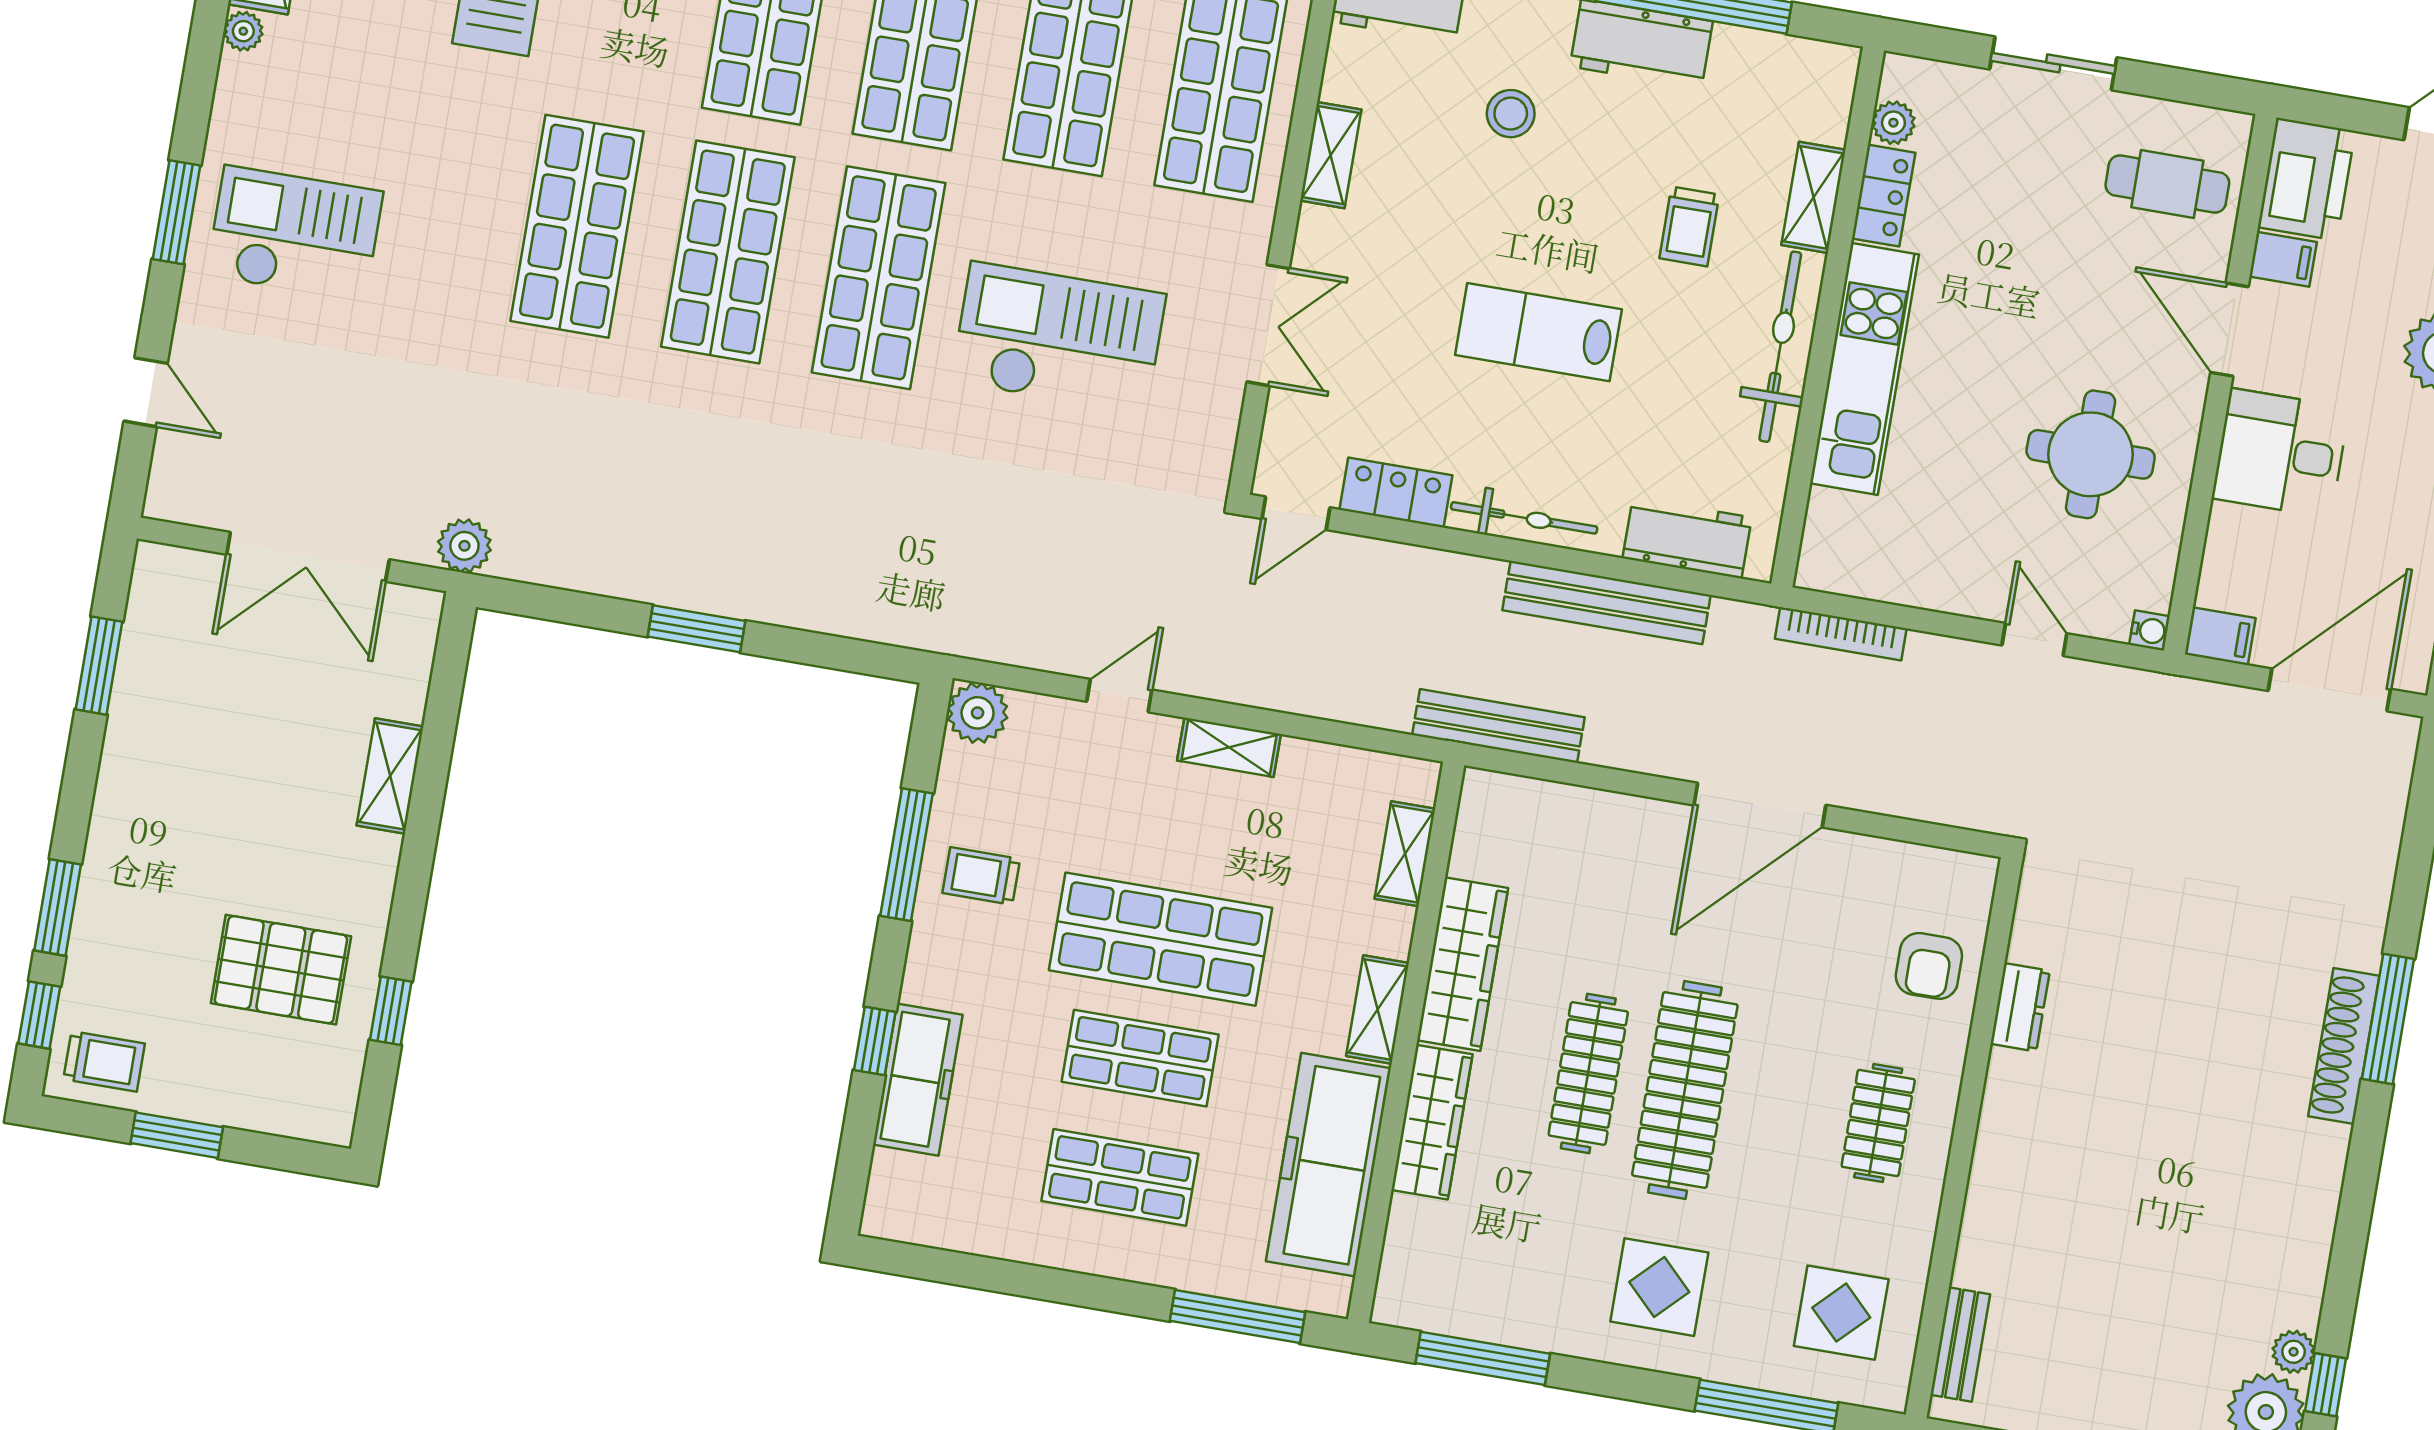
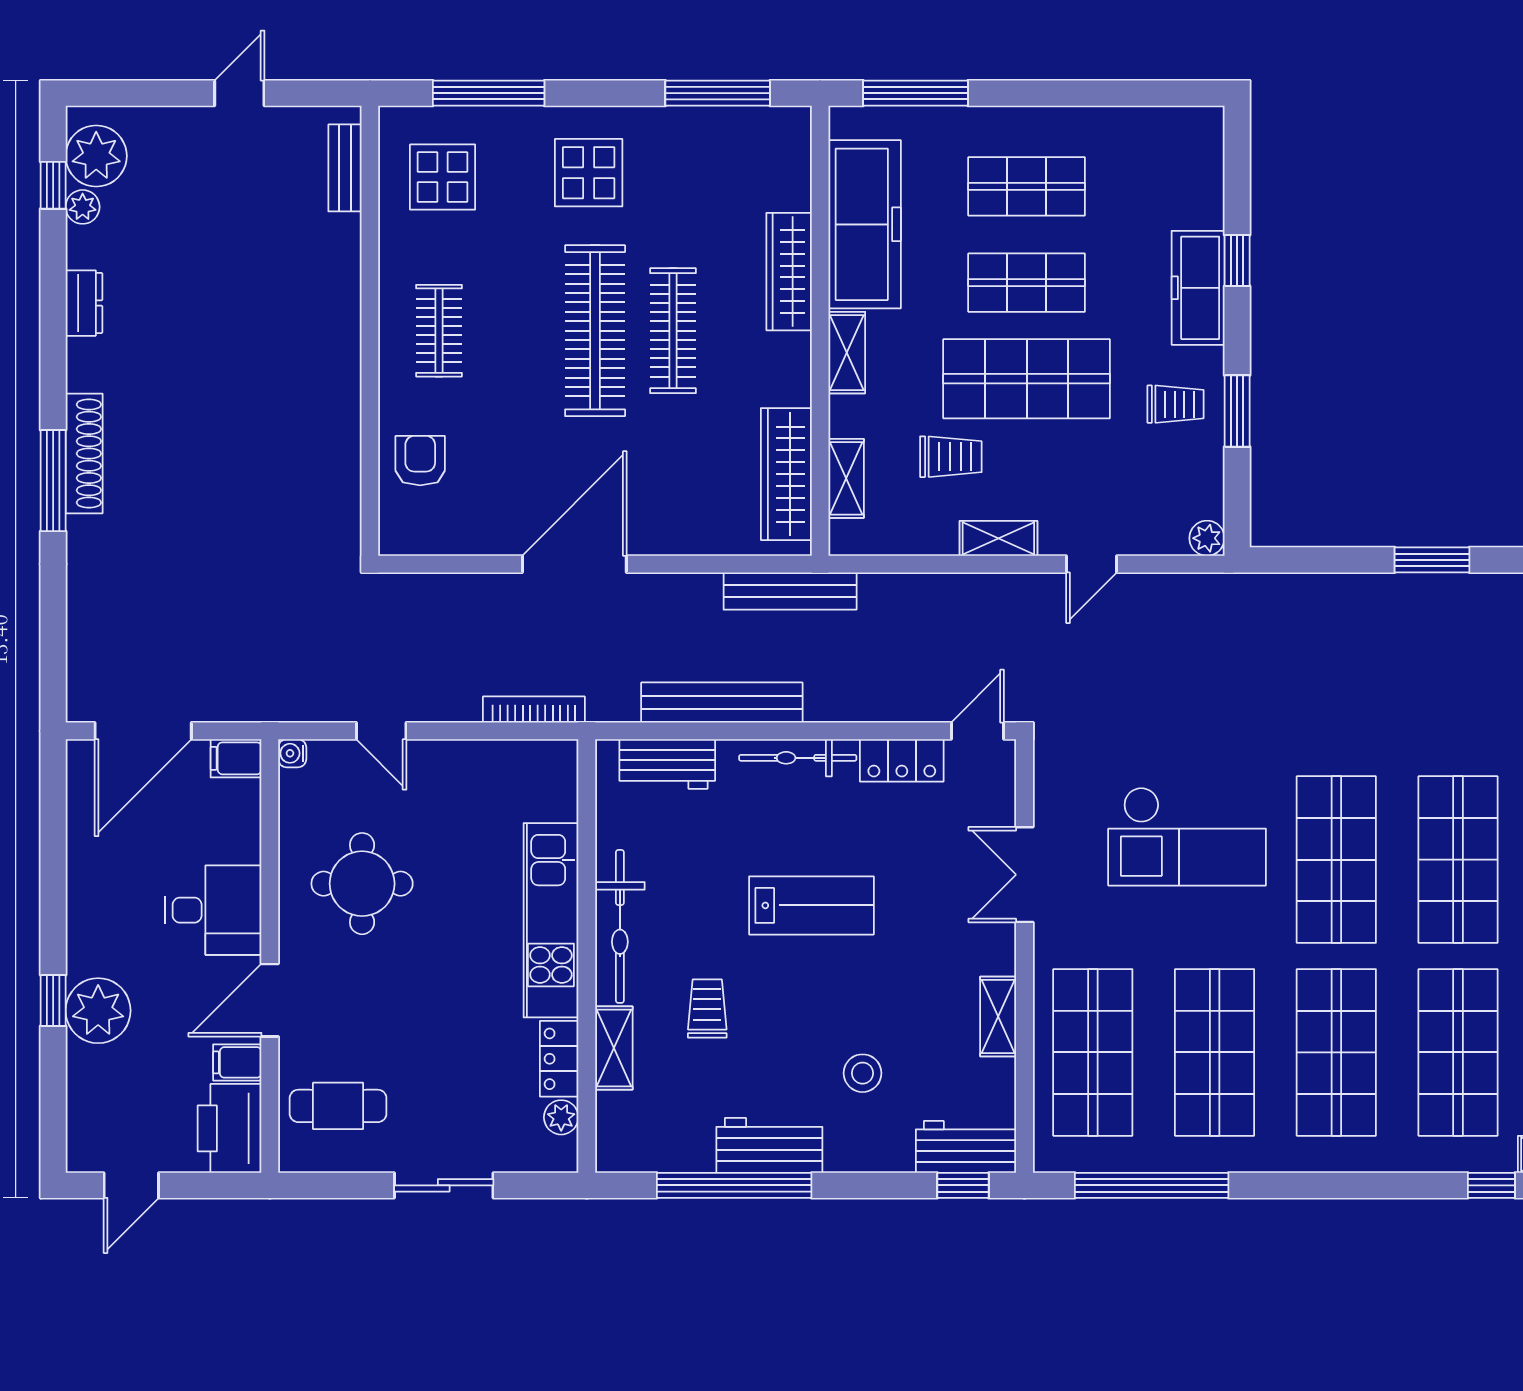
door: (2229, 330) -> (270, 1000), swing flipped
plant: (978, 713) -> (1207, 538), width x0.73, depth x0.73
window: (907, 855) -> (1237, 411), width x0.69
trolley: (1271, 859) -> (951, 457), added
wardrobe: (1462, 964) -> (786, 474), moved
dresser: (2020, 1007) -> (84, 303), moved, turned 180
freezer: (918, 1080) -> (1198, 288), moved

